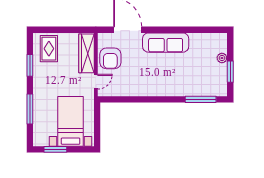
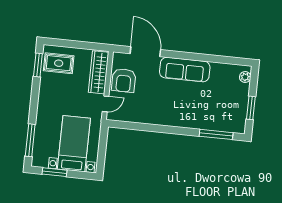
rug: (49, 49) -> (59, 63), turned 90
plant: (222, 58) -> (245, 77), moved
window: (30, 65) -> (38, 65), moved
window: (30, 109) -> (30, 140), moved

